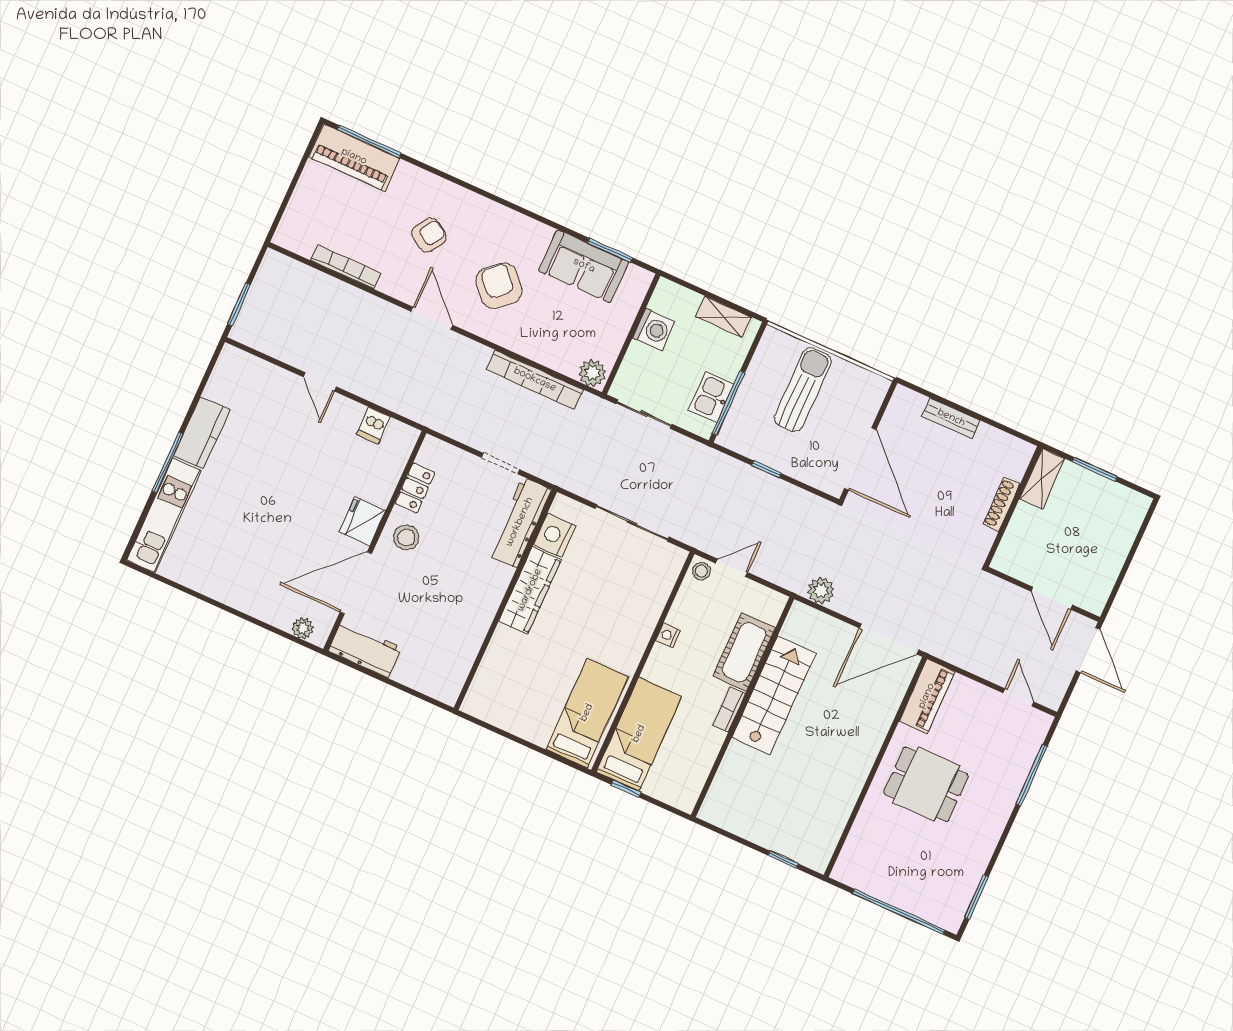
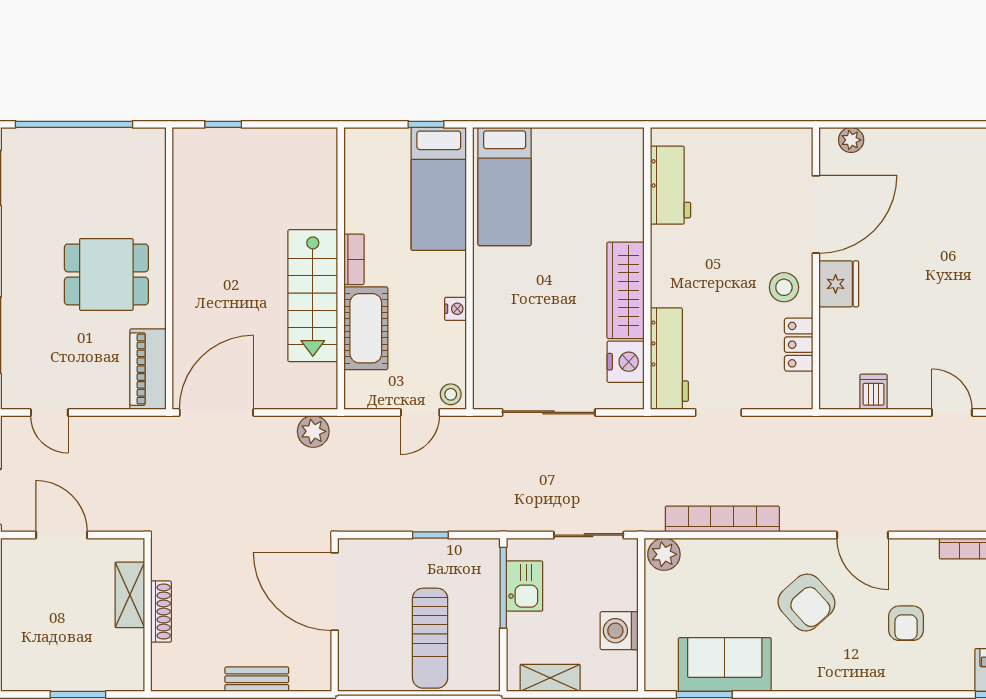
armchair: (429, 235) -> (906, 623), turned -33
shelving: (1042, 479) -> (130, 595), moved
workbench: (365, 649) -> (670, 185), moved, turned -90

